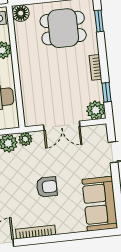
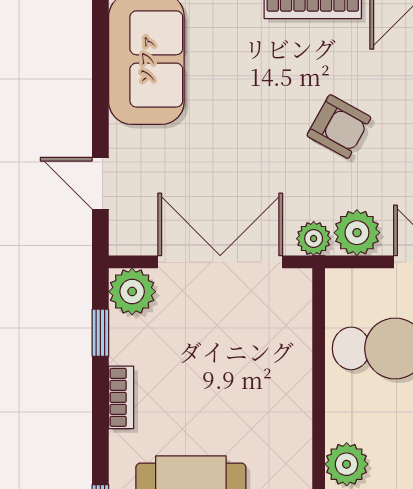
double door: (62, 126) -> (220, 262), width x1.37
armchair: (47, 187) -> (339, 127), moved, turned -151

